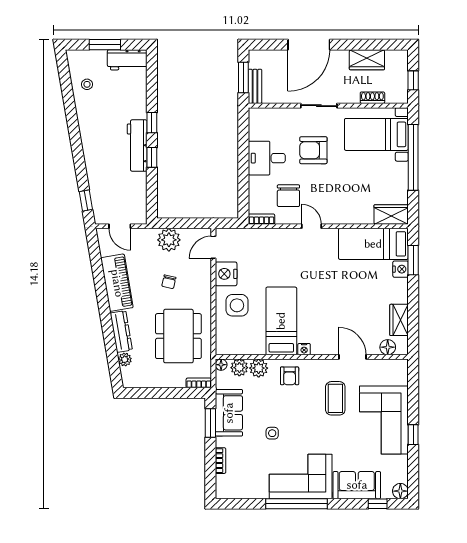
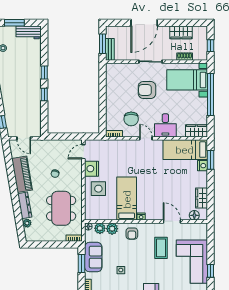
workbench: (137, 145) -> (35, 87), removed
desk: (267, 158) -> (165, 125), moved, turned -90
plant: (169, 240) -> (55, 147), removed

